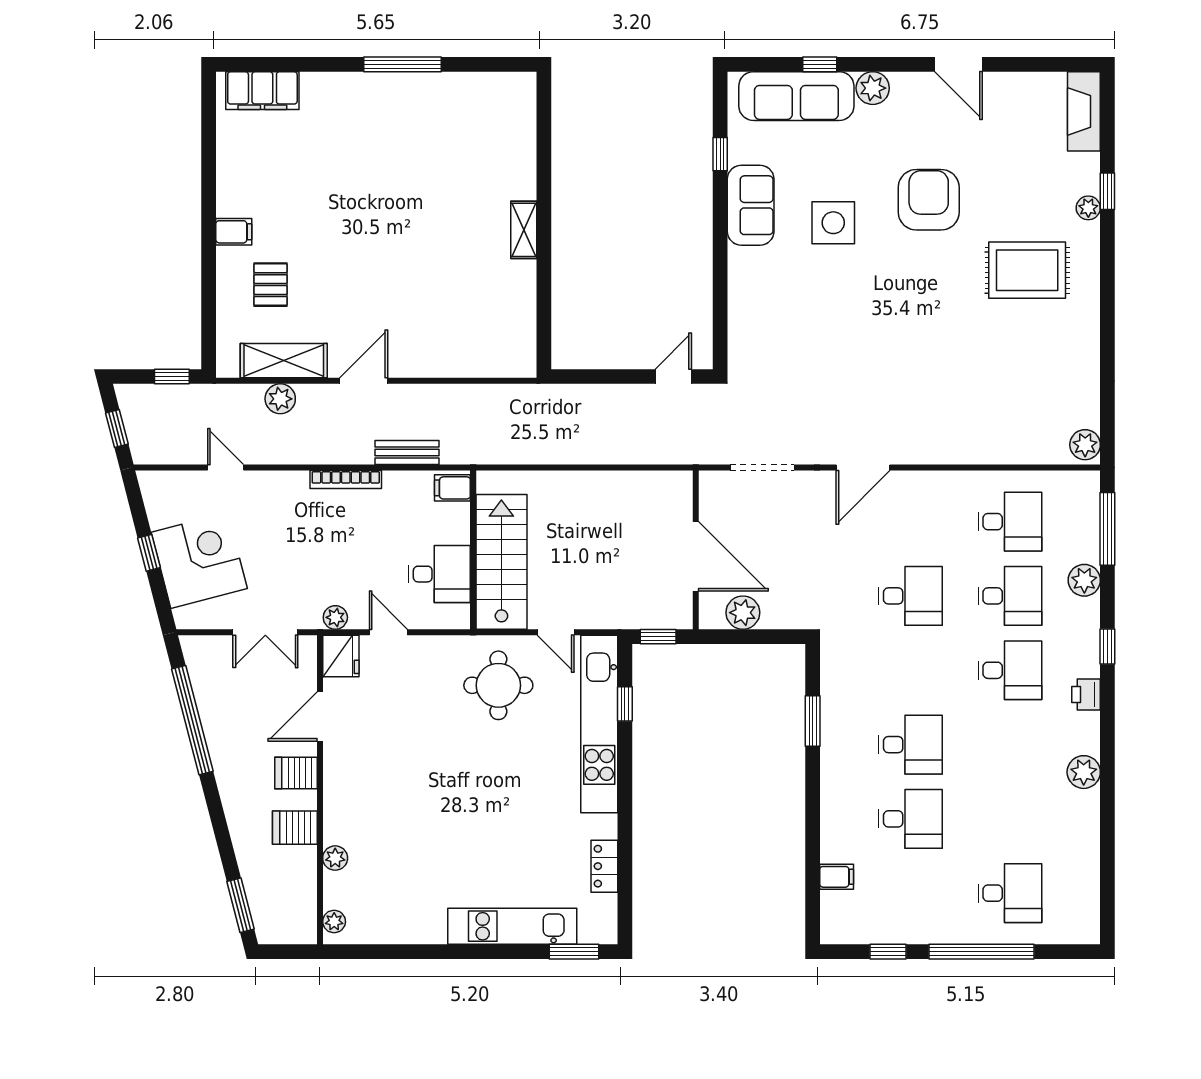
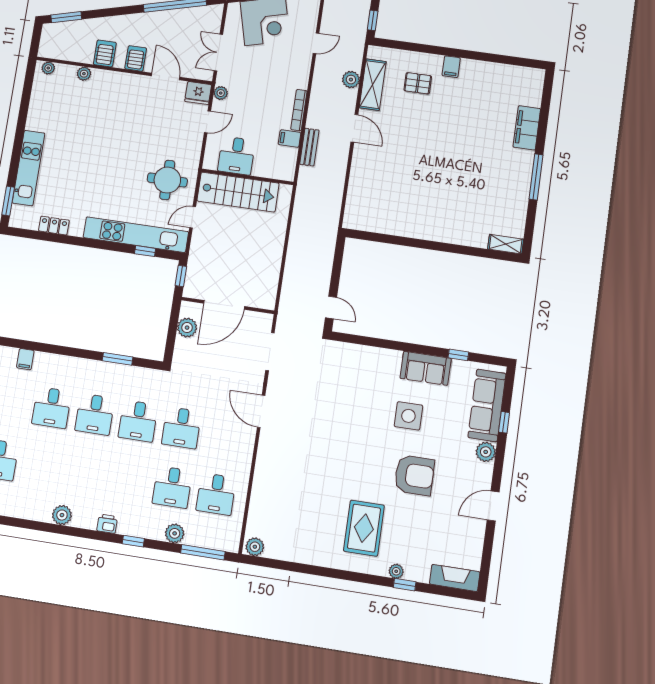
filing cabinet: (262, 91) -> (527, 128), moved
shelving: (524, 230) -> (506, 244), moved
filing cabinet: (452, 488) -> (290, 139), moved, turned -90
desk: (1010, 670) -> (138, 421), moved

